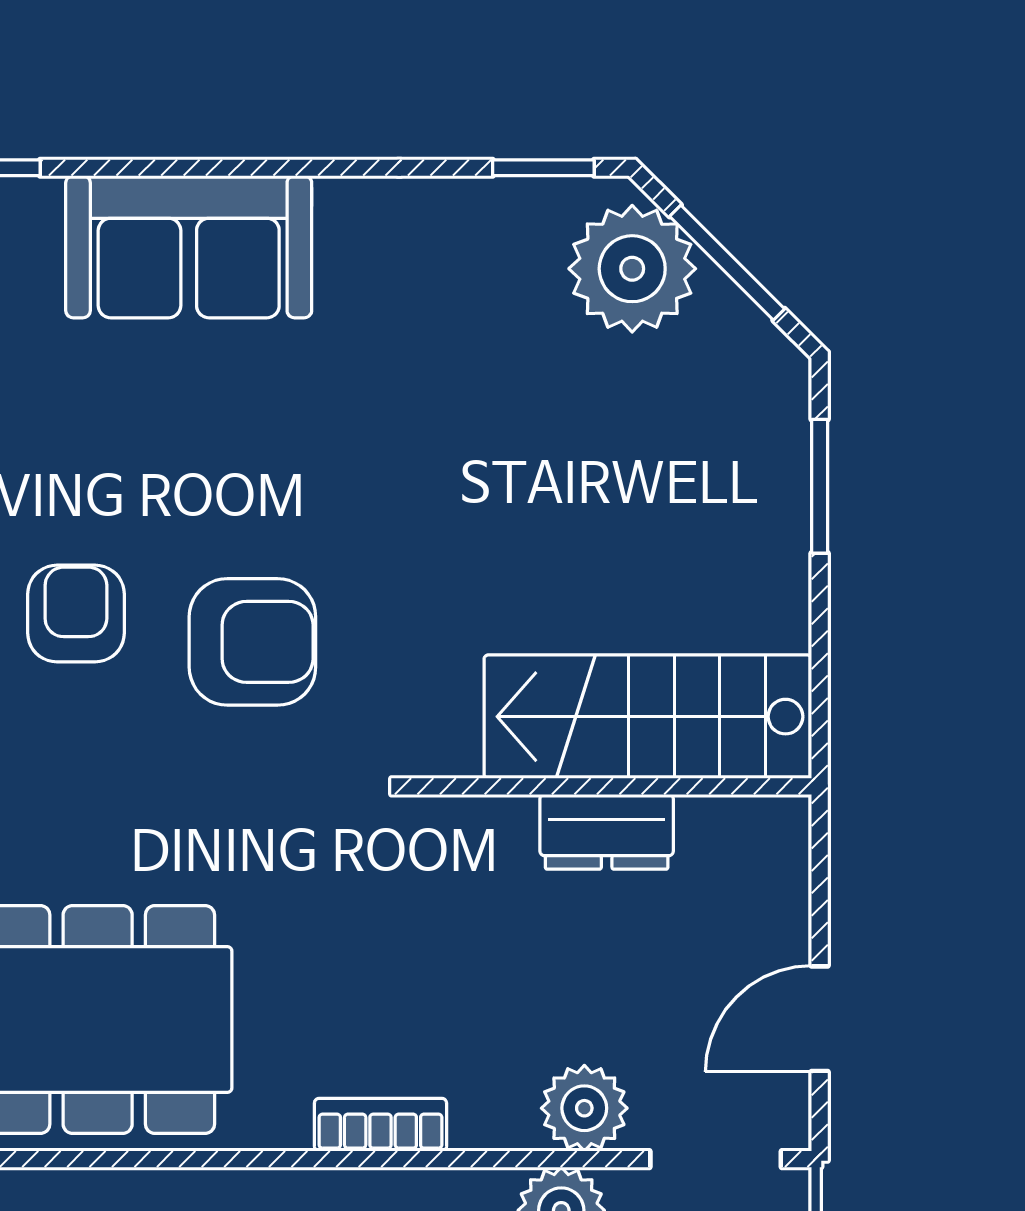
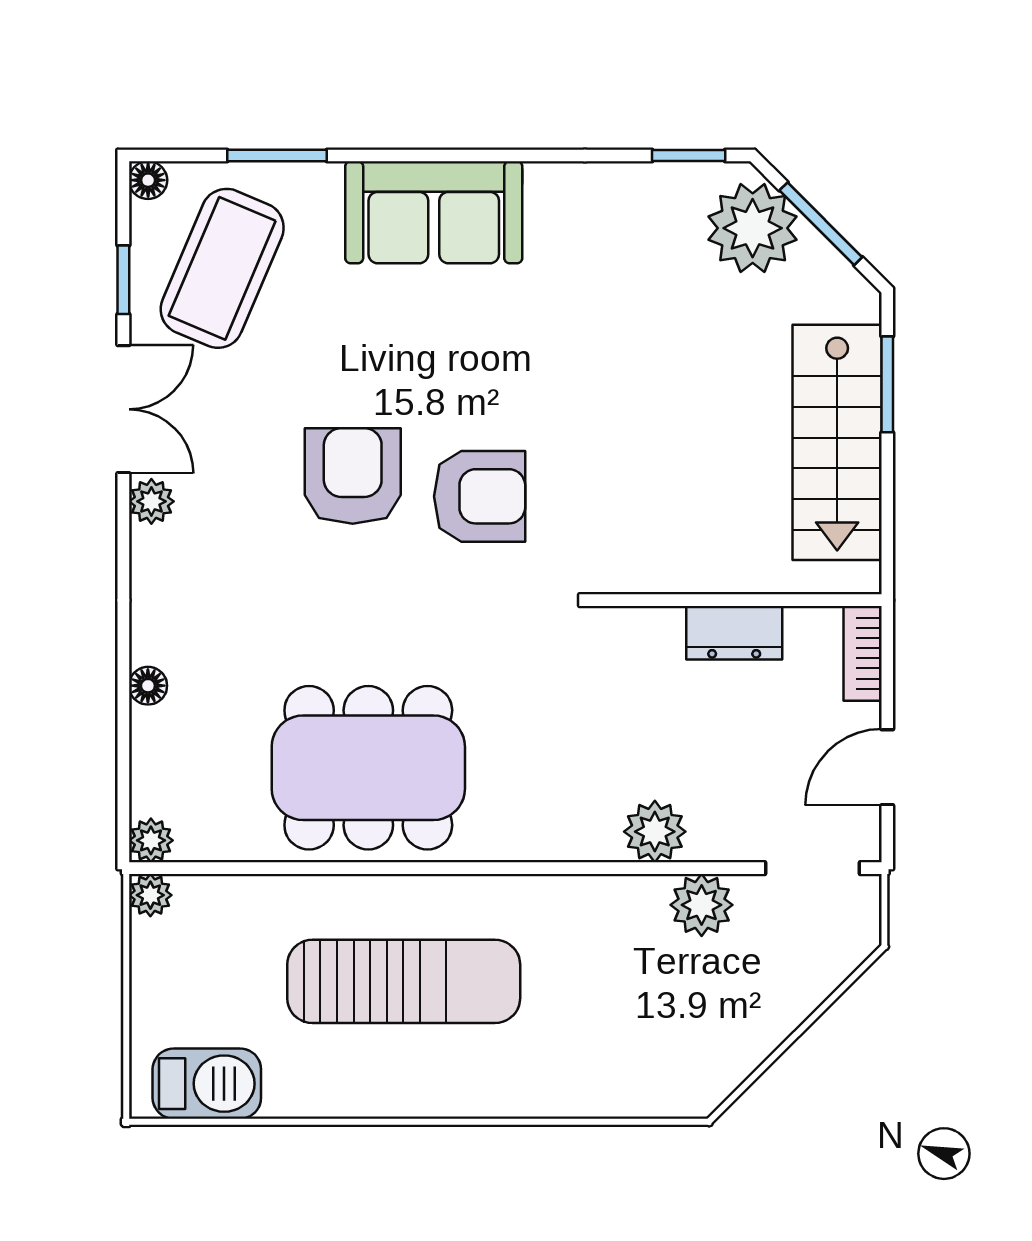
armchair: (76, 614) -> (353, 476), width x1.38, depth x1.38
stairs: (648, 717) -> (837, 442), moved, turned -90
plant: (584, 1108) -> (655, 832), moved
bookcase: (380, 1125) -> (863, 653), moved, turned -90

